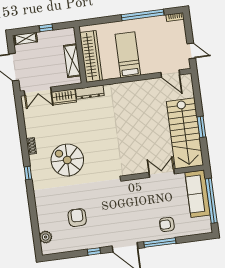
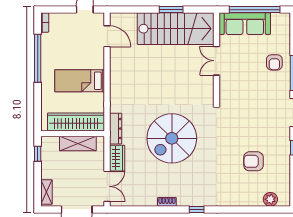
window: (46, 28) -> (38, 154), moved
door: (170, 74) -> (107, 36), hinge flipped
spiral stairs: (67, 160) -> (172, 138), moved, width x1.37, depth x1.37

